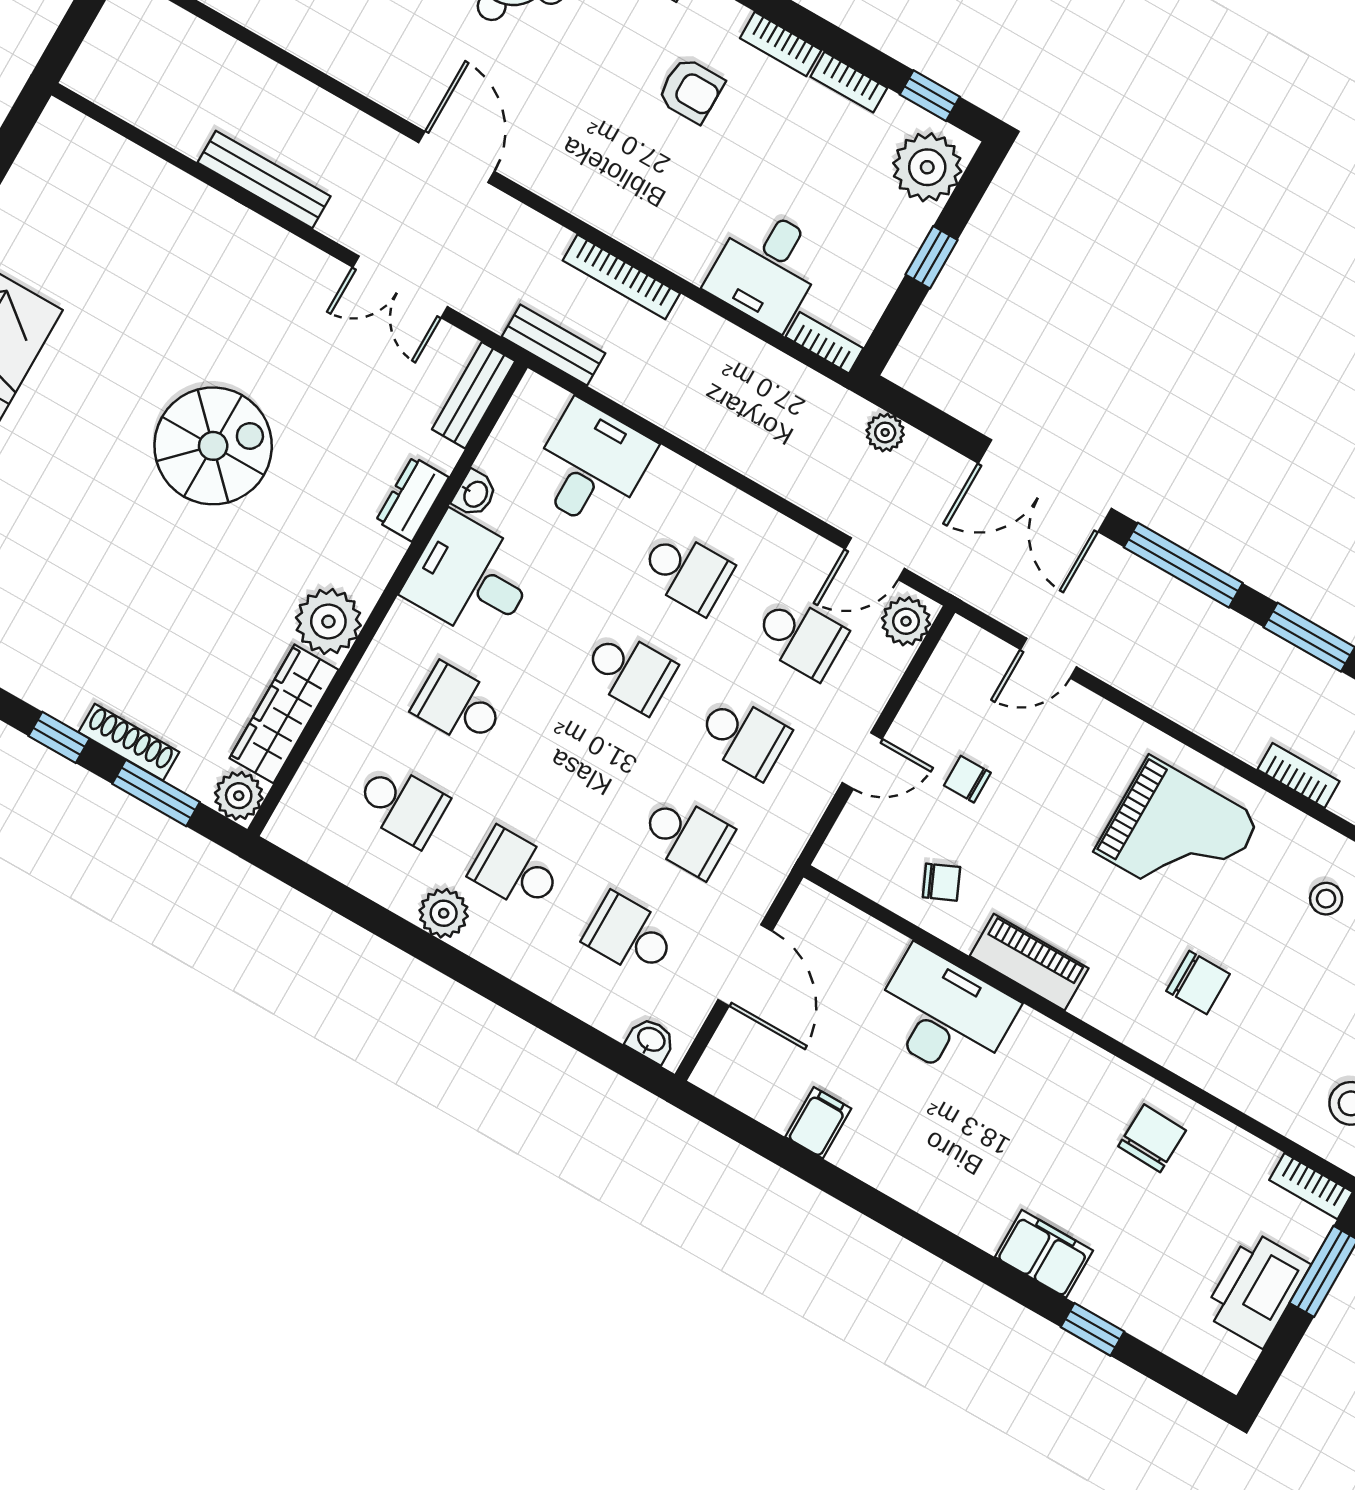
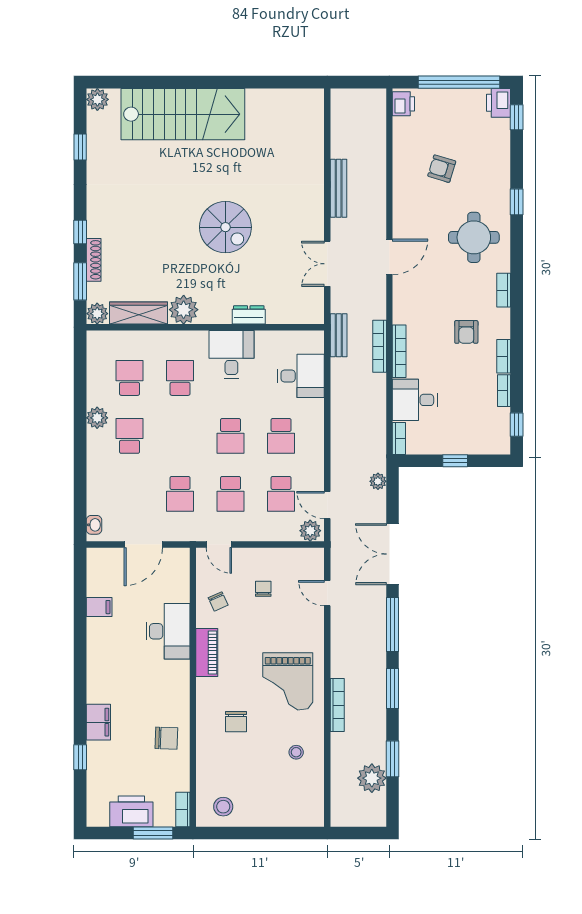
plant: (927, 167) -> (489, 439), removed
bookcase: (653, 244) -> (399, 351), added
bench: (474, 395) -> (302, 316), removed
washbasin: (475, 494) -> (265, 338), removed
door: (862, 761) -> (219, 544), moved
bookcase: (1298, 775) -> (337, 705), width x1.56
school desk: (402, 805) -> (130, 378), turned 180
school desk: (630, 935) -> (130, 494), removed

